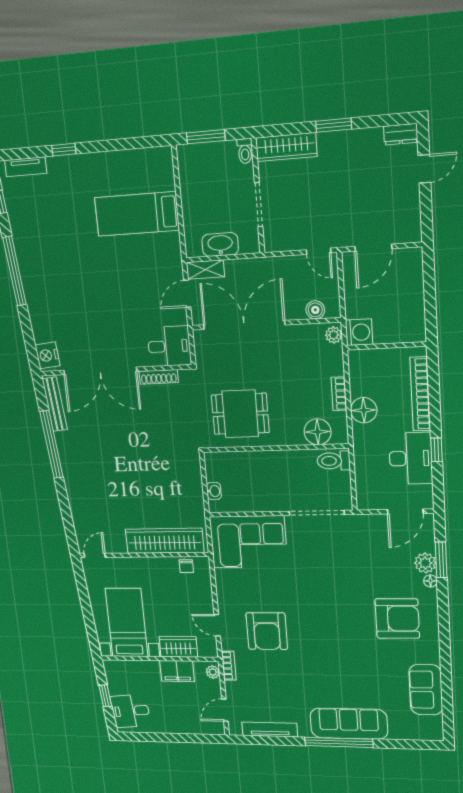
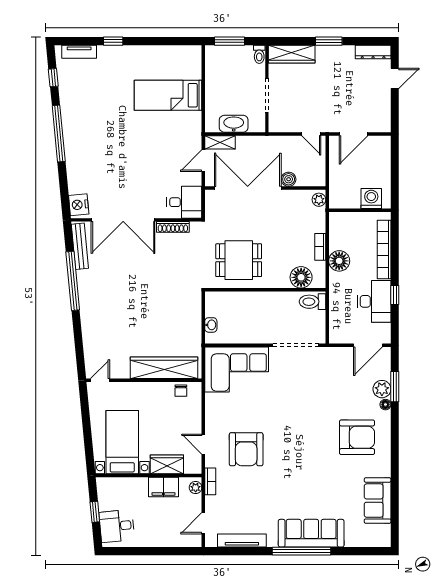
dresser: (401, 134) -> (373, 52), width x1.44
boiler: (315, 310) -> (289, 179), moved
washing machine: (359, 332) -> (371, 199), moved, turned -90

